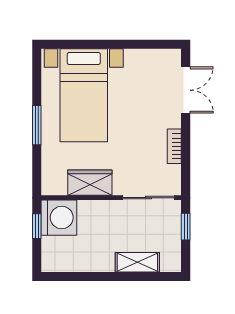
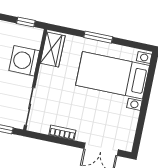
wardrobe: (90, 183) -> (53, 50), moved
washing machine: (59, 218) -> (24, 61), moved, turned 90

